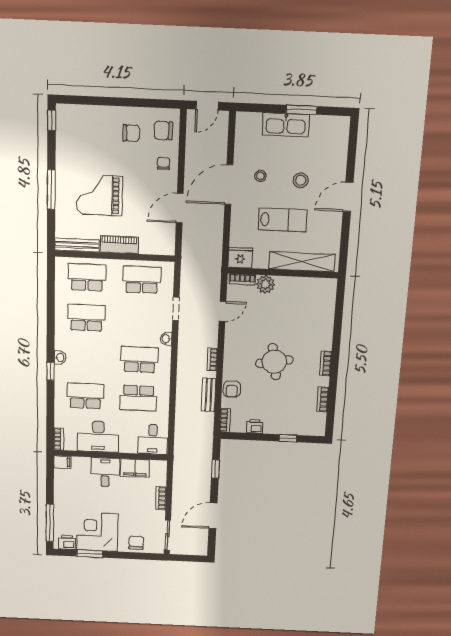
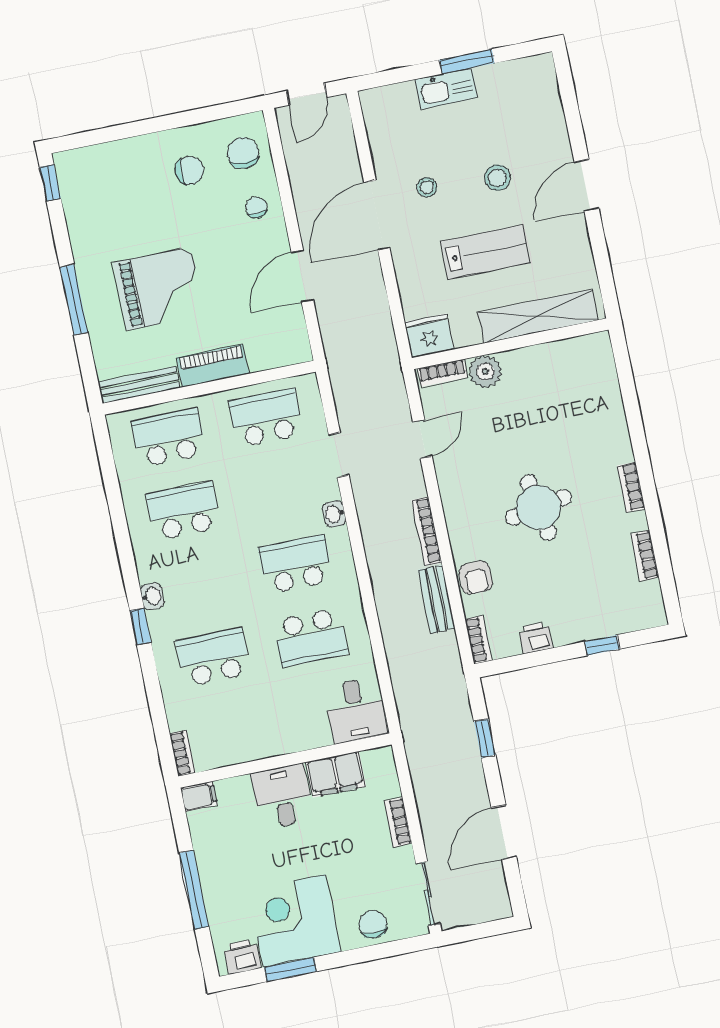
kitchen sink: (286, 125) -> (446, 89), width x0.73, depth x0.81
chair: (163, 131) -> (243, 153), turned 90
grand piano: (100, 195) -> (159, 289), turned 180
bookcase: (212, 360) -> (427, 531), width x1.56
desk: (98, 437) -> (254, 730), removed
window: (50, 523) -> (194, 890), moved

